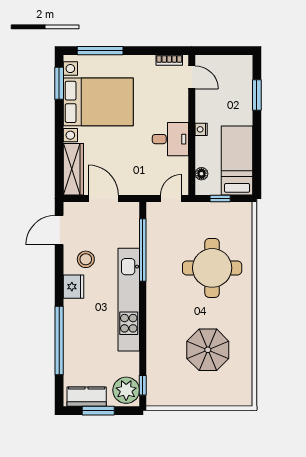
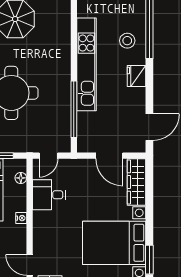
desk: (170, 139) -> (49, 195), moved
stool: (86, 259) -> (127, 41), moved

